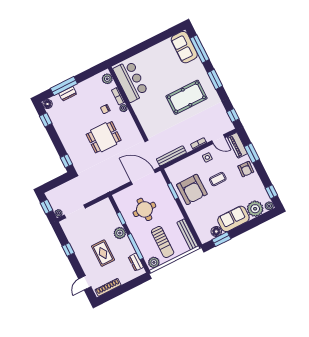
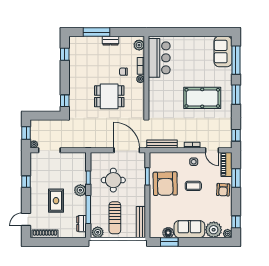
dresser: (68, 94) -> (111, 41), moved
floor lamp: (47, 104) -> (74, 41), removed

